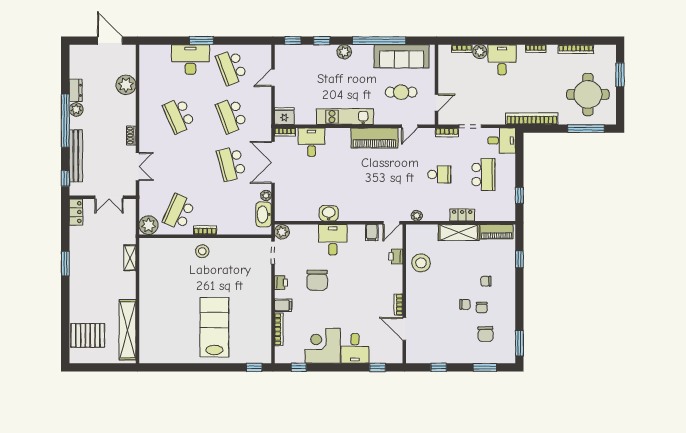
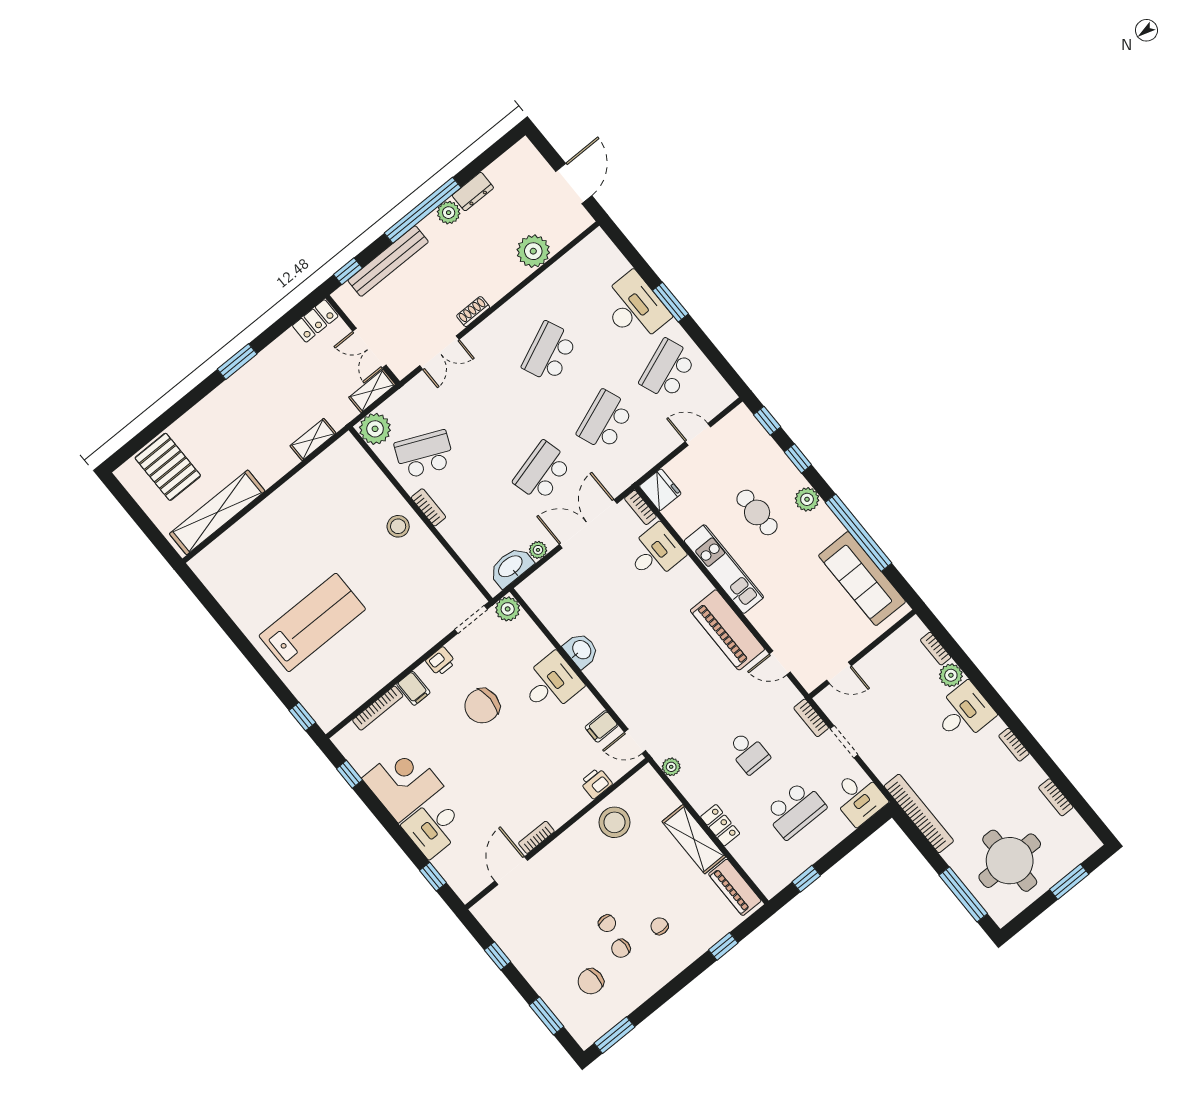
bookcase: (576, 49) -> (1056, 797), width x0.64
cafe table: (401, 92) -> (757, 512), moved
shelving: (130, 212) -> (372, 391), added

